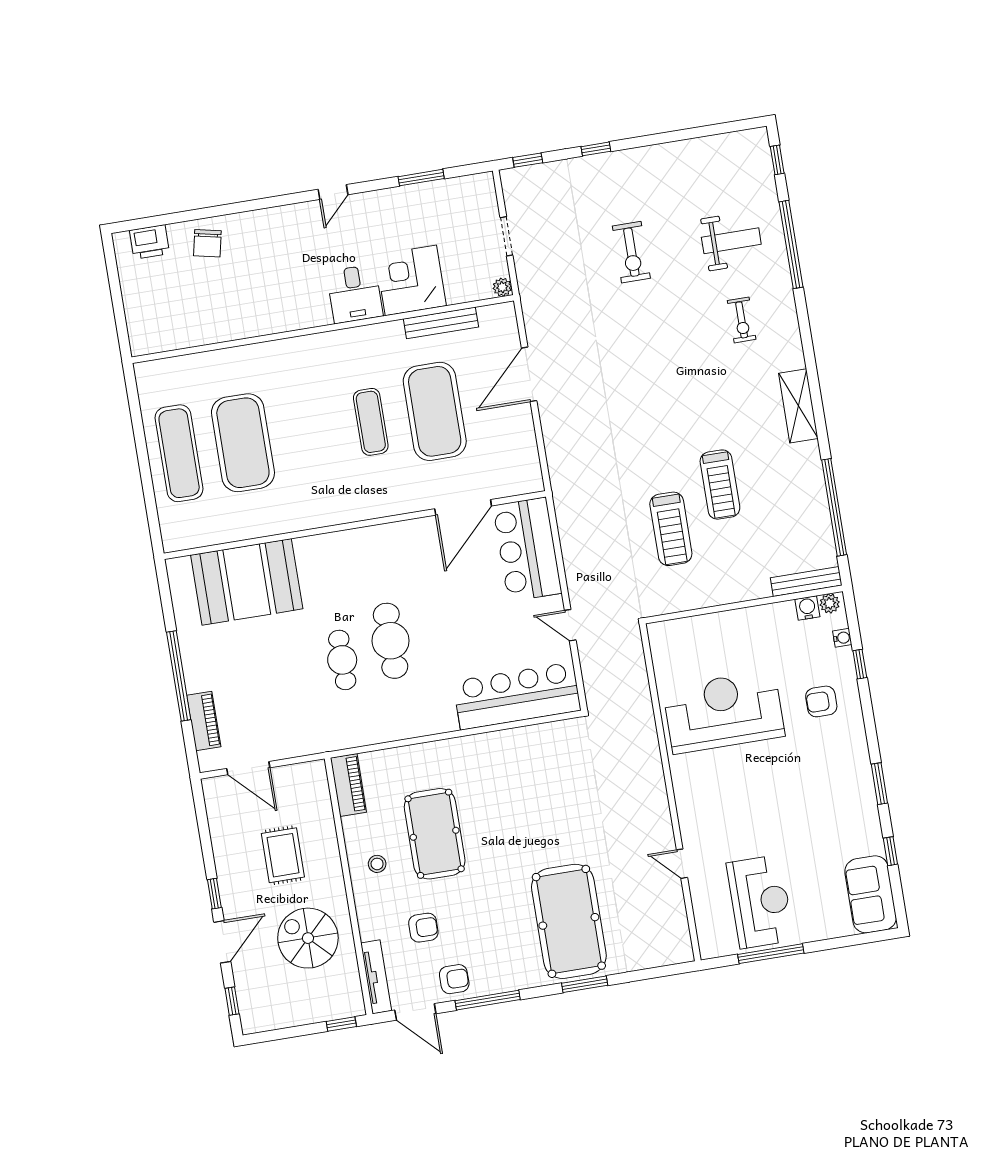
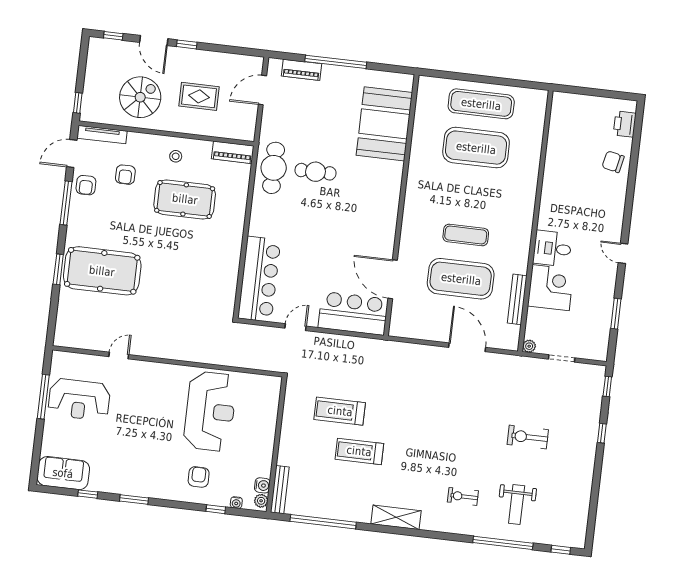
cafe table: (391, 641) -> (274, 168), moved, turned 90

